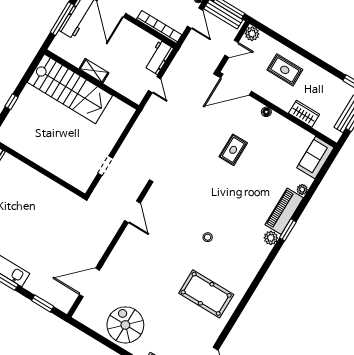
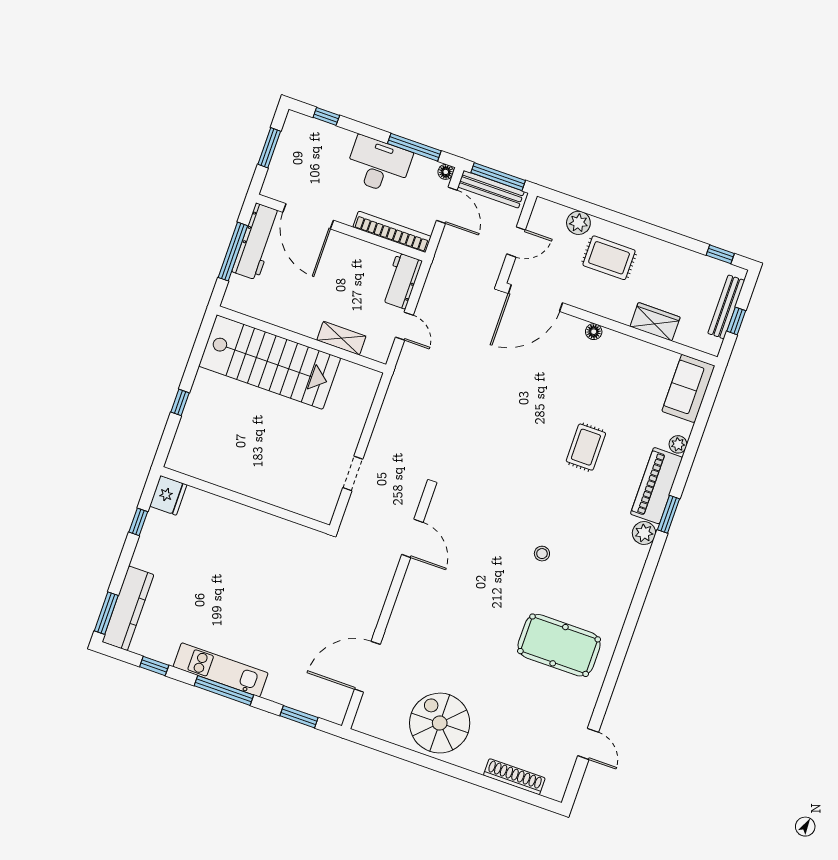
plant: (252, 34) -> (578, 223), moved
shelving: (94, 71) -> (341, 338), moved
rug: (233, 150) -> (586, 447), moved

